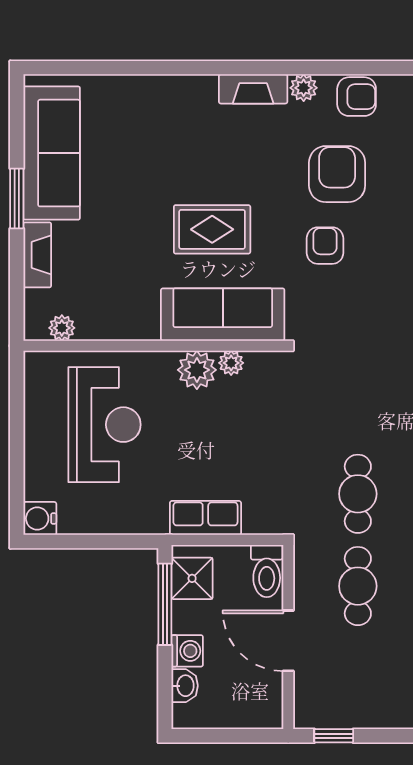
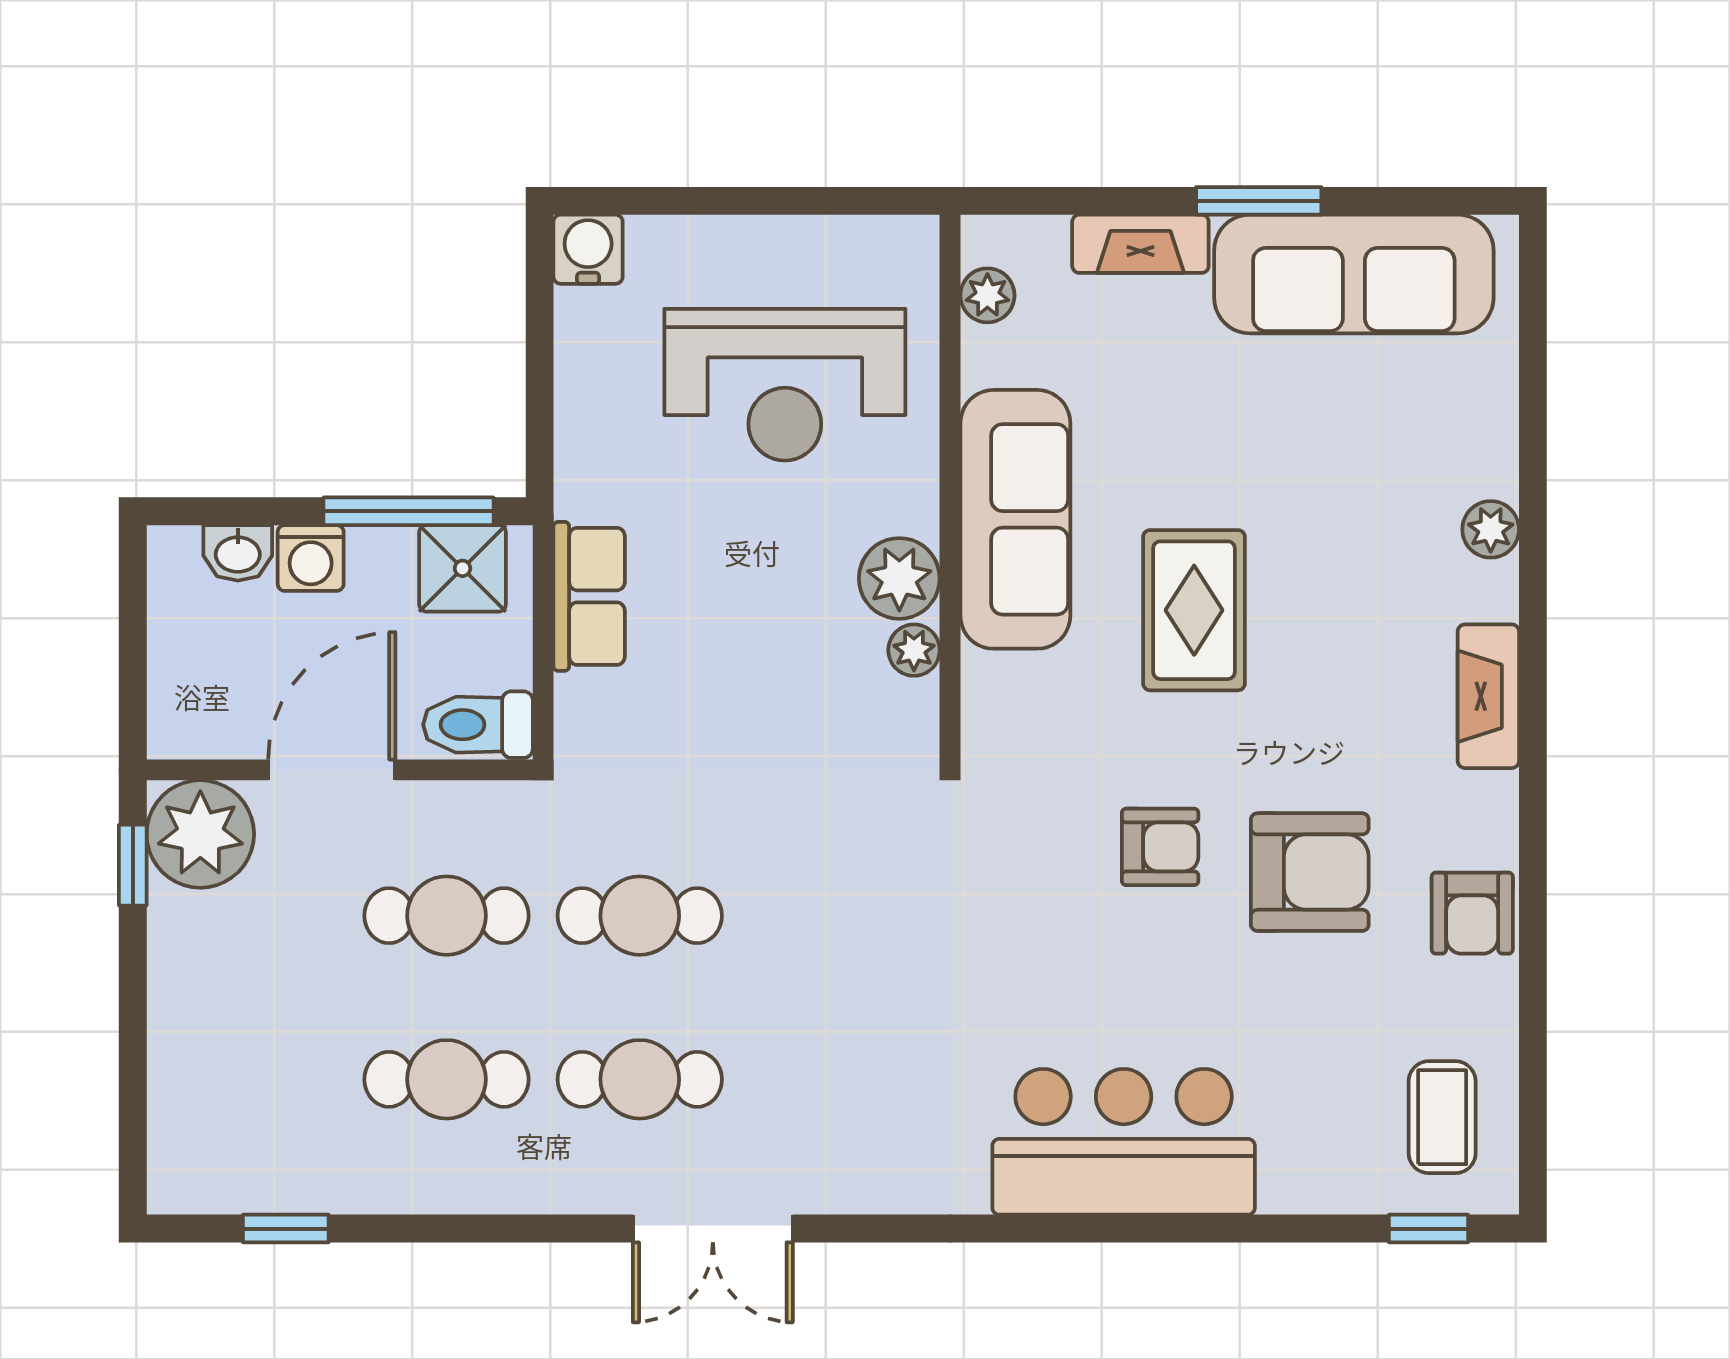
plant: (304, 88) -> (1491, 529), moved
sofa: (223, 315) -> (1015, 519), moved
plant: (319, 704) -> (200, 834), added

